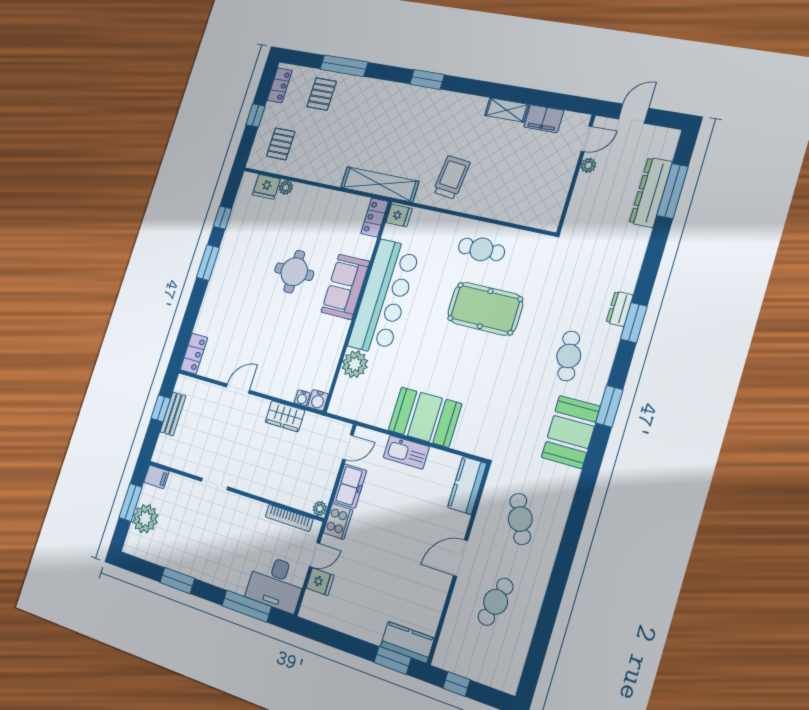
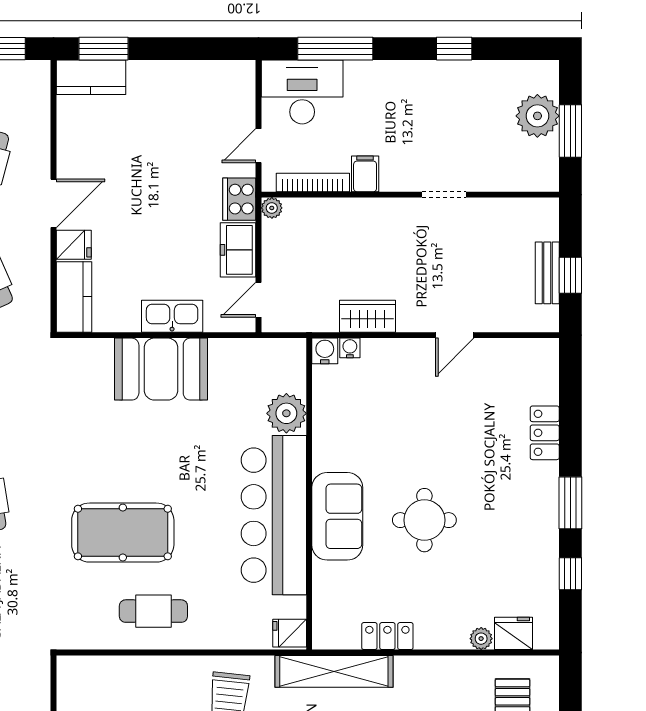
locker: (375, 218) -> (387, 636), moved, turned -90
locker: (194, 354) -> (545, 433), moved
filing cabinet: (156, 477) -> (365, 174), moved, turned 90
window: (177, 580) -> (454, 49), width x0.67
fridge: (320, 582) -> (74, 245), moved, turned 180

